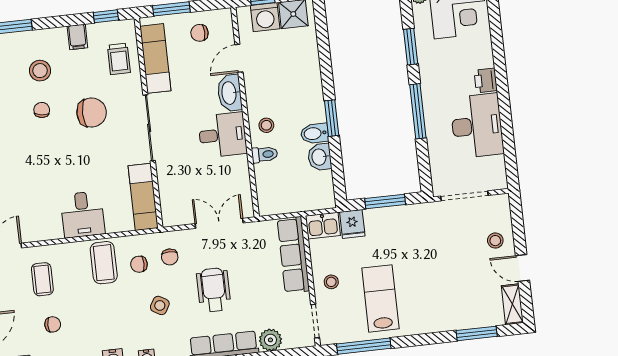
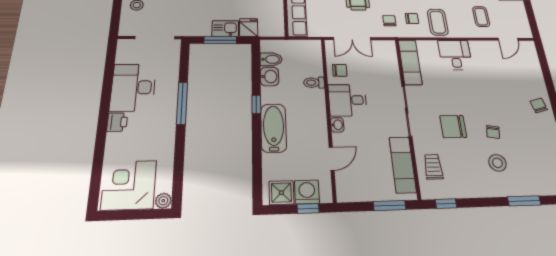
chair: (200, 33) -> (340, 70), moved
filing cabinet: (77, 37) -> (469, 188), removed
window: (411, 47) -> (179, 156), removed
bathtub: (309, 90) -> (274, 128), added
washbasin: (230, 93) -> (337, 125), width x0.52, depth x0.69
window: (332, 118) -> (256, 104), width x0.67
stool: (266, 125) -> (311, 104), removed
bidet: (314, 133) -> (271, 59), moved
kitchen sink: (323, 226) -> (225, 29), moved

